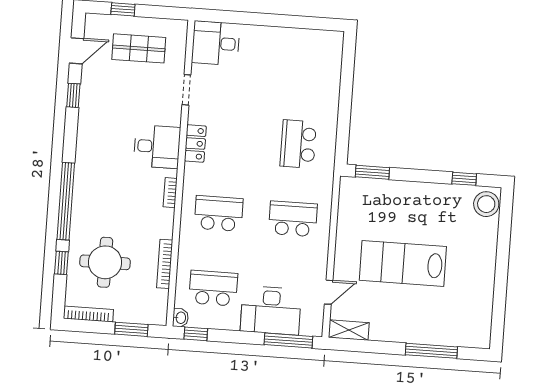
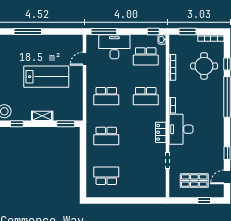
desk: (216, 43) -> (154, 186), removed
school desk: (304, 69) -> (106, 176), added
school desk: (298, 144) -> (106, 136), turned 90
desk: (157, 147) -> (181, 129), width x1.37
shelving: (349, 330) -> (42, 116), moved

